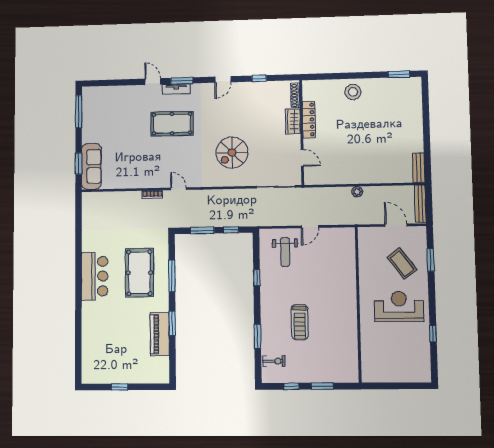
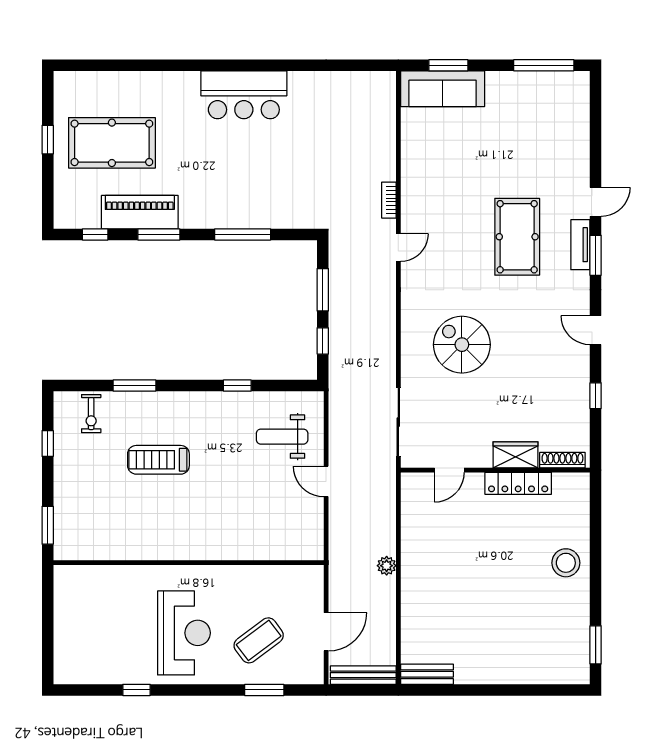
pool table: (139, 273) -> (112, 143), moved
window: (172, 360) -> (95, 234), added
window: (322, 386) -> (48, 525), moved

